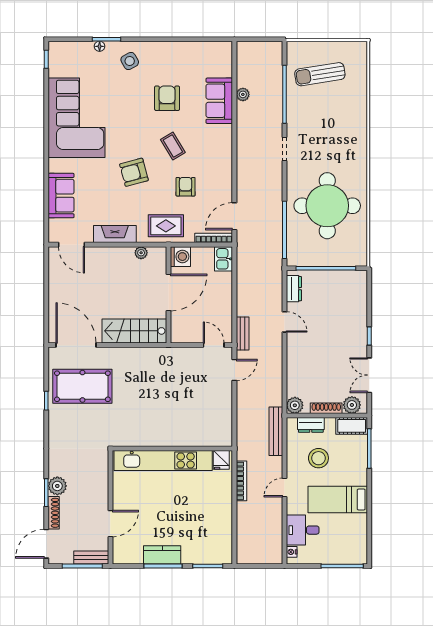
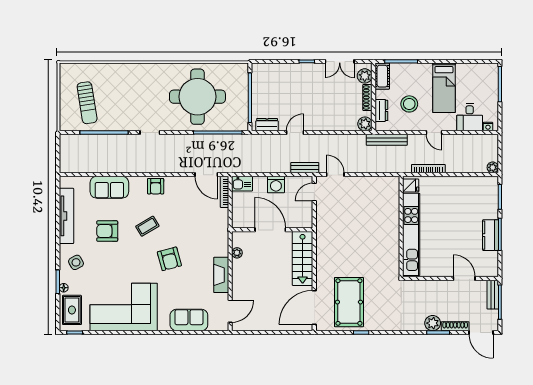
tv unit: (185, 50) -> (66, 216), added
plant: (243, 94) -> (493, 167), moved
armchair: (186, 187) -> (156, 186), moved, turned -90
rug: (166, 226) -> (72, 310), moved
washing machine: (180, 257) -> (276, 185), moved, turned 180

